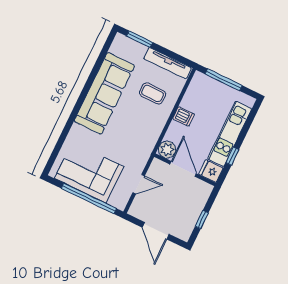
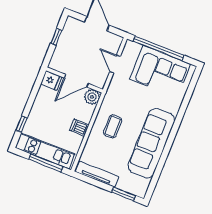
coffee table: (152, 93) -> (113, 126), moved, turned 90
kitchen unit: (230, 134) -> (45, 151), moved, turned -90
window: (232, 156) -> (22, 124), moved
door: (183, 169) -> (76, 81), hinge flipped
door: (139, 184) -> (115, 64), hinge flipped

